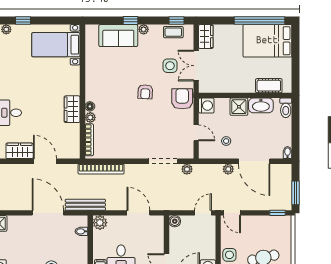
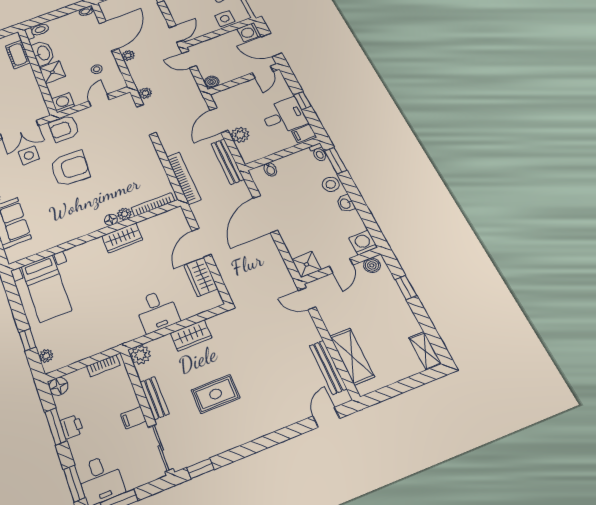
armchair: (145, 92) -> (70, 168), width x1.88, depth x1.88
bench: (85, 205) -> (227, 162), moved
plant: (100, 223) -> (240, 135), moved

